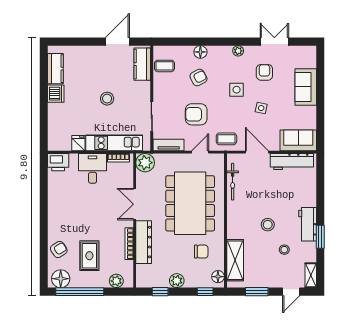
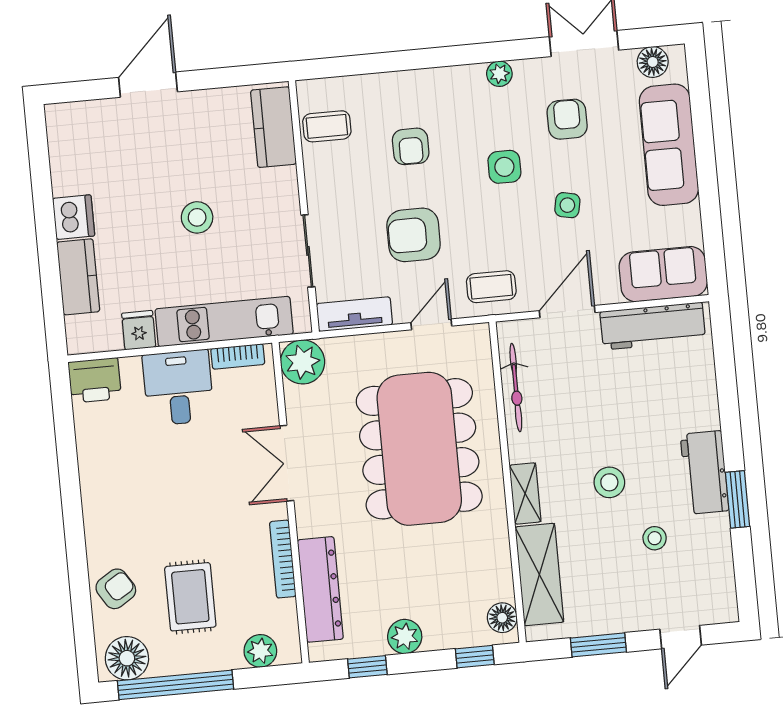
door: (117, 42) -> (148, 85), moved
floor lamp: (200, 52) -> (653, 62), moved
kitchen counter: (55, 69) -> (78, 277), moved
armchair: (198, 78) -> (411, 146), turned 117
sofa: (306, 87) -> (669, 145), width x1.36
door: (257, 152) -> (567, 312), hinge flipped
dresser: (144, 242) -> (320, 589), moved
chair: (201, 252) -> (457, 562), removed
shelving: (311, 275) -> (525, 493), moved

